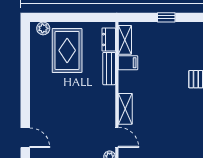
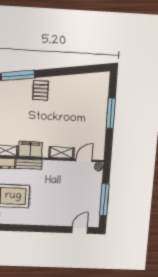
filing cabinet: (128, 63) -> (30, 149), width x2.00

